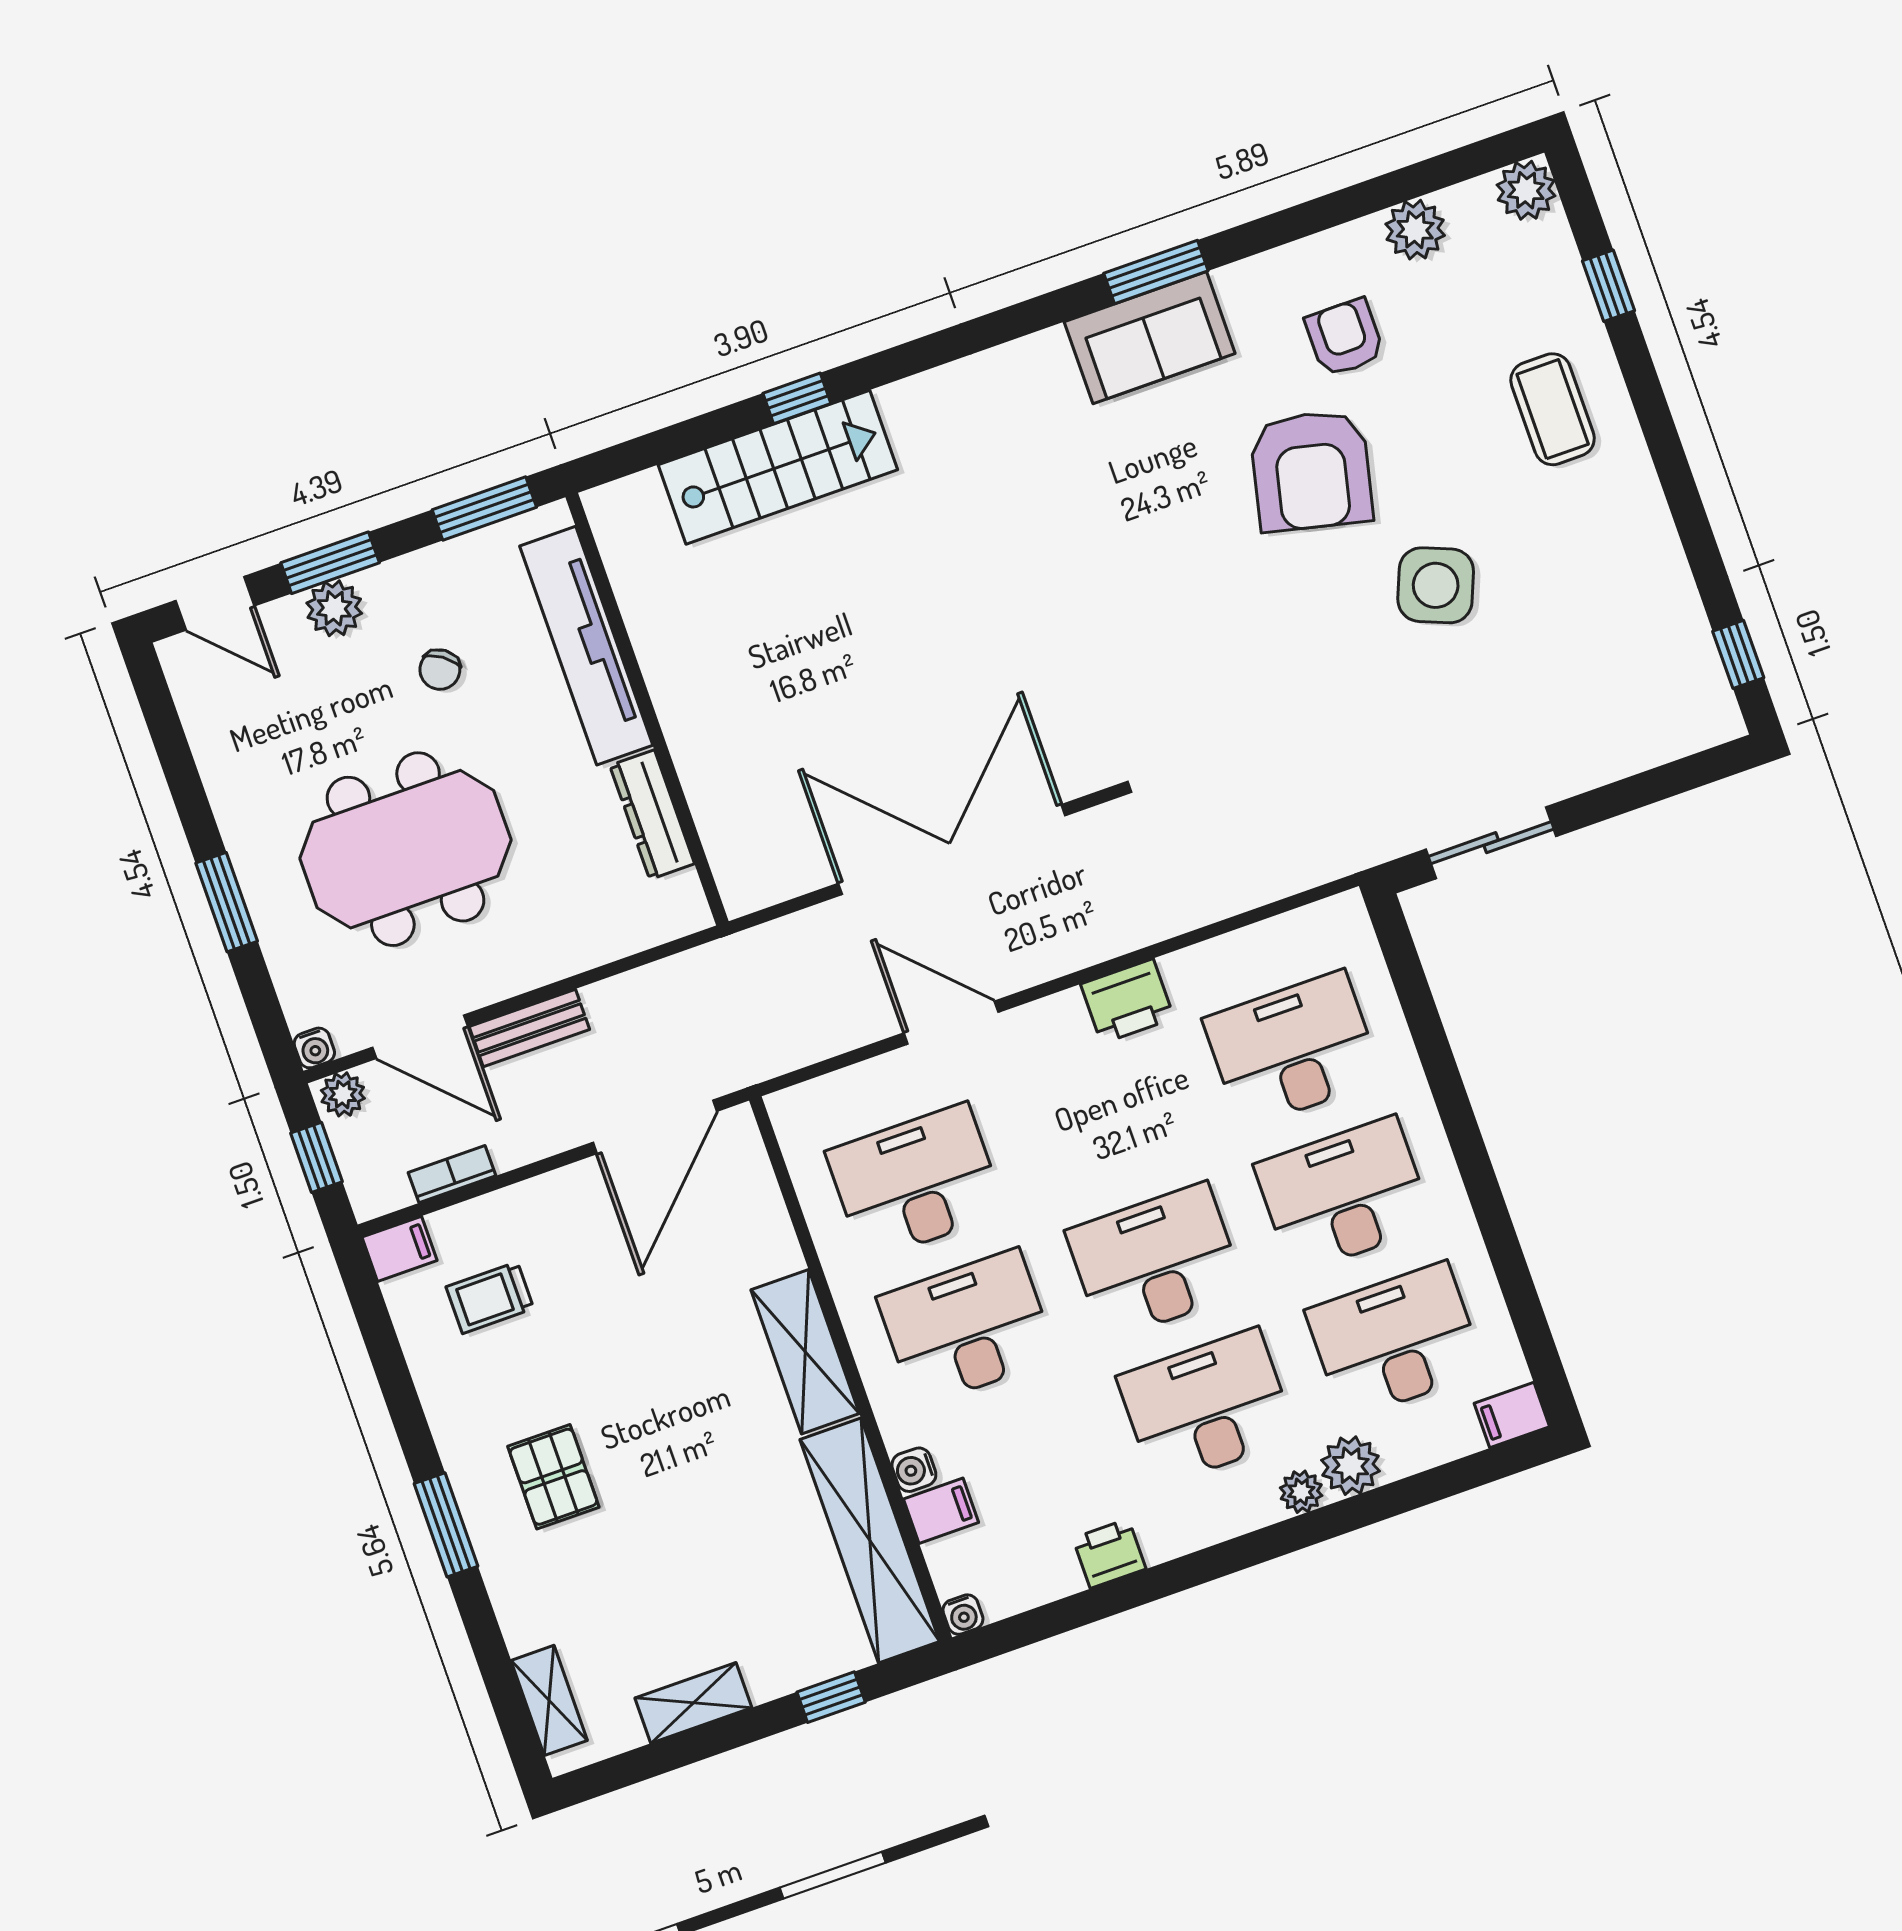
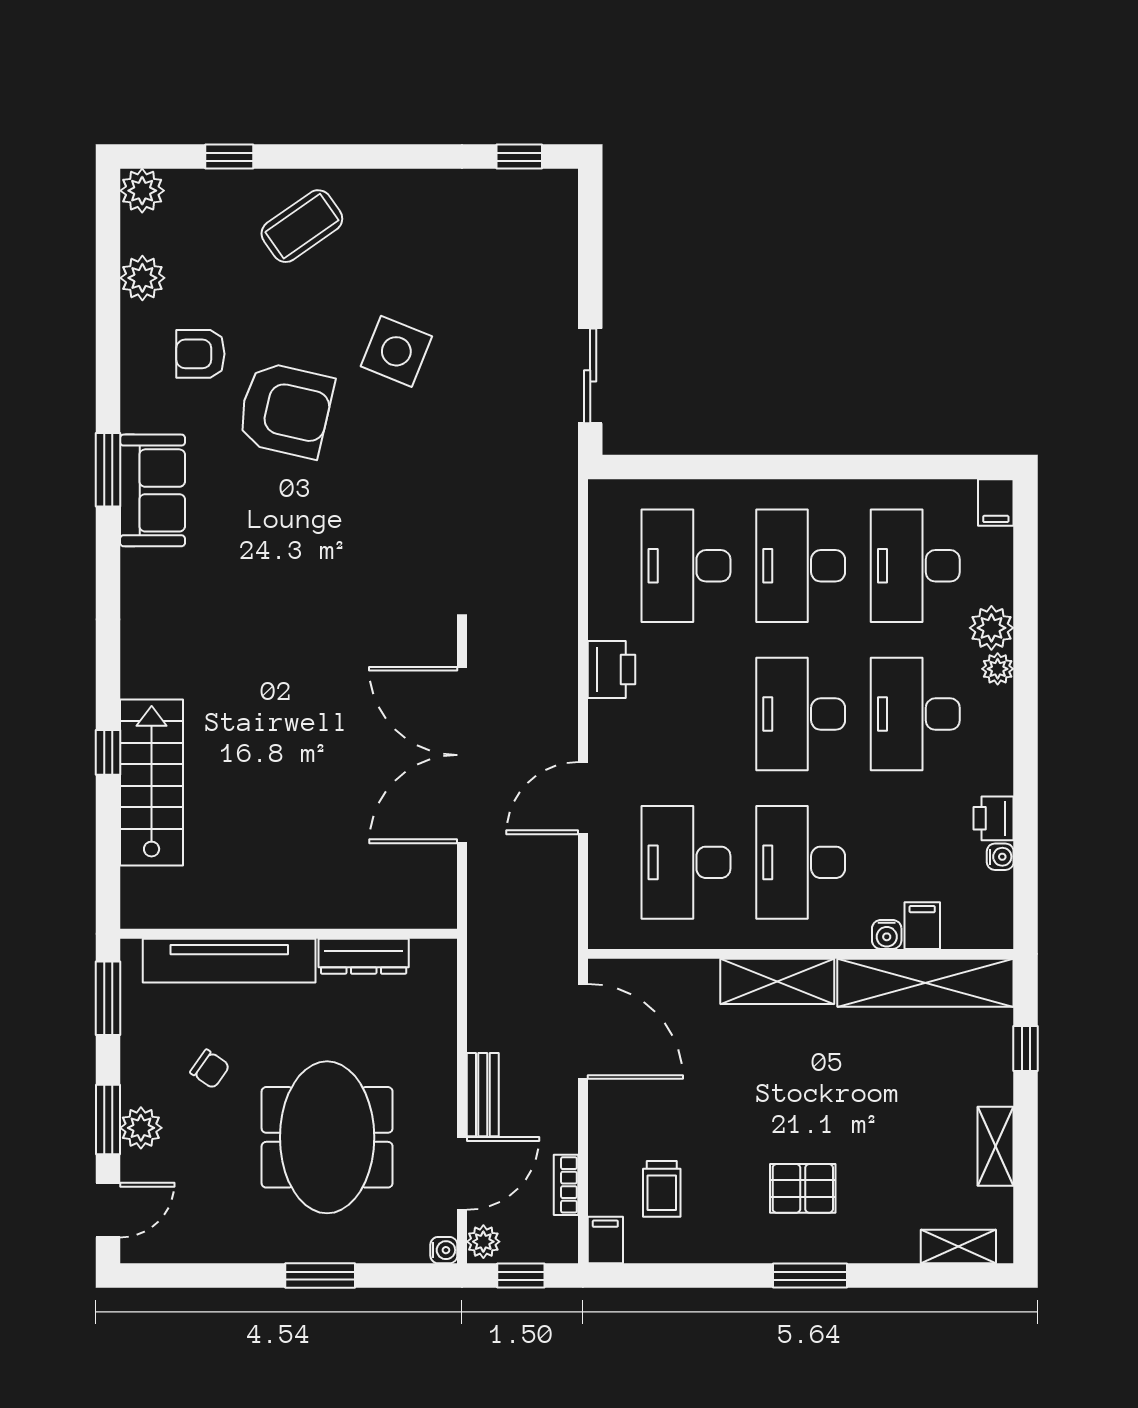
coffee table: (1553, 409) -> (302, 226), turned -35
water cooler: (963, 1615) -> (1000, 857), moved

